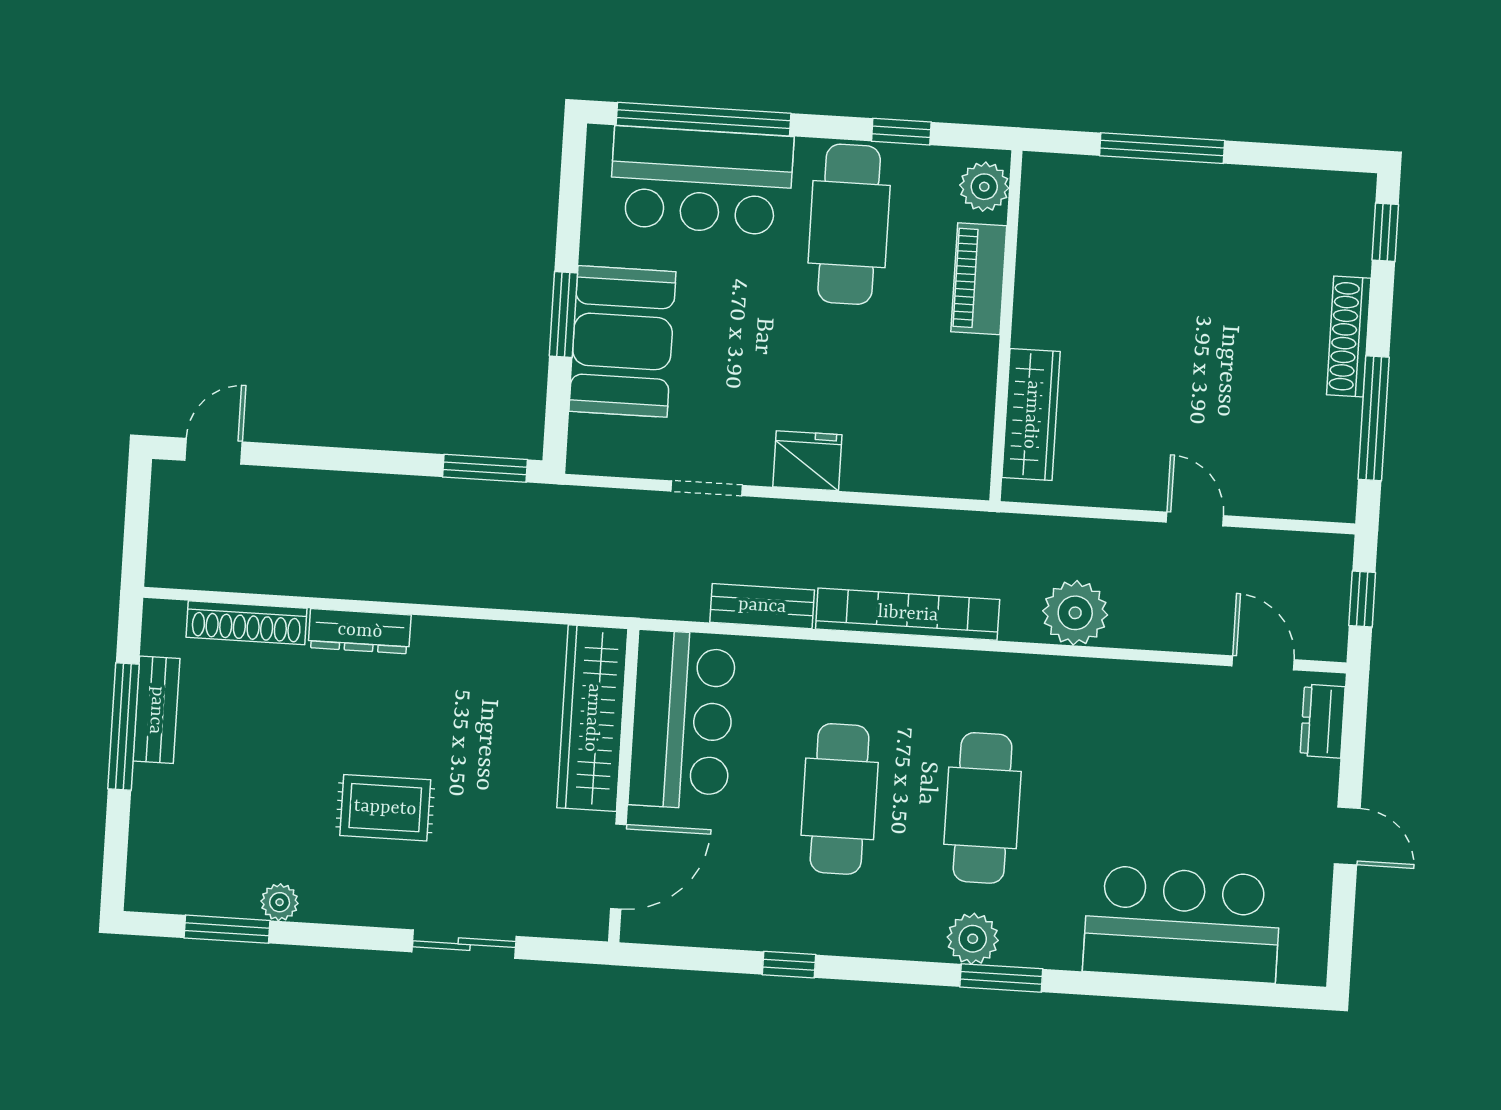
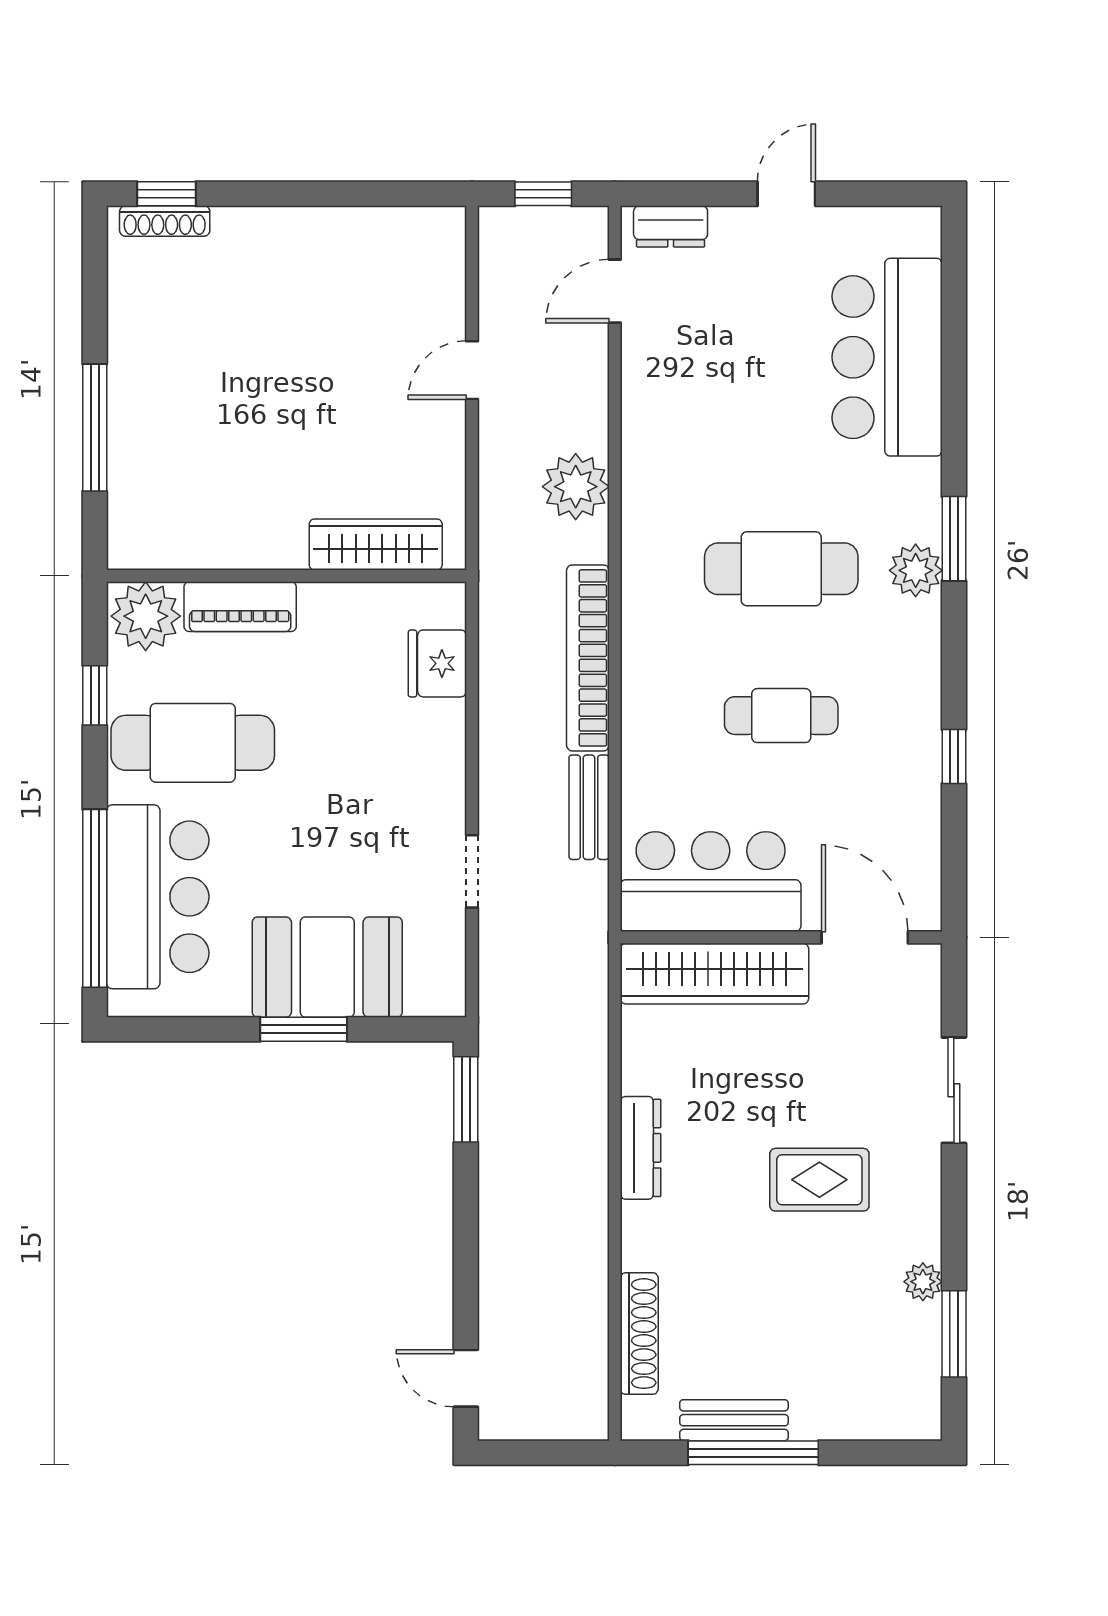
plant: (984, 187) -> (146, 616), width x1.36, depth x1.36
shoe rack: (1349, 337) -> (165, 221), moved, width x0.74, depth x0.81
window: (1374, 418) -> (358, 194), removed
fridge: (807, 461) -> (437, 663), moved
dresser: (360, 631) -> (641, 1148), moved
cafe table: (840, 799) -> (781, 716), width x0.73, depth x0.74
rug: (385, 808) -> (819, 1180), turned 90

